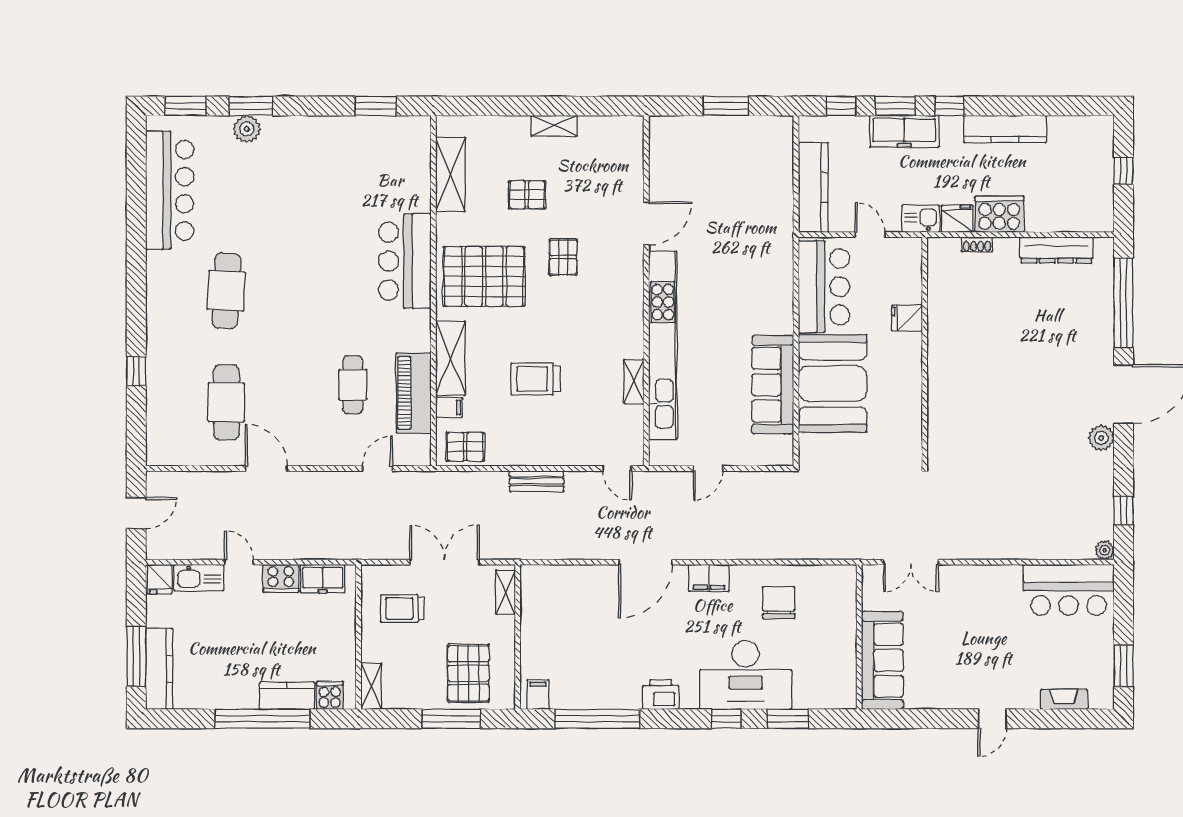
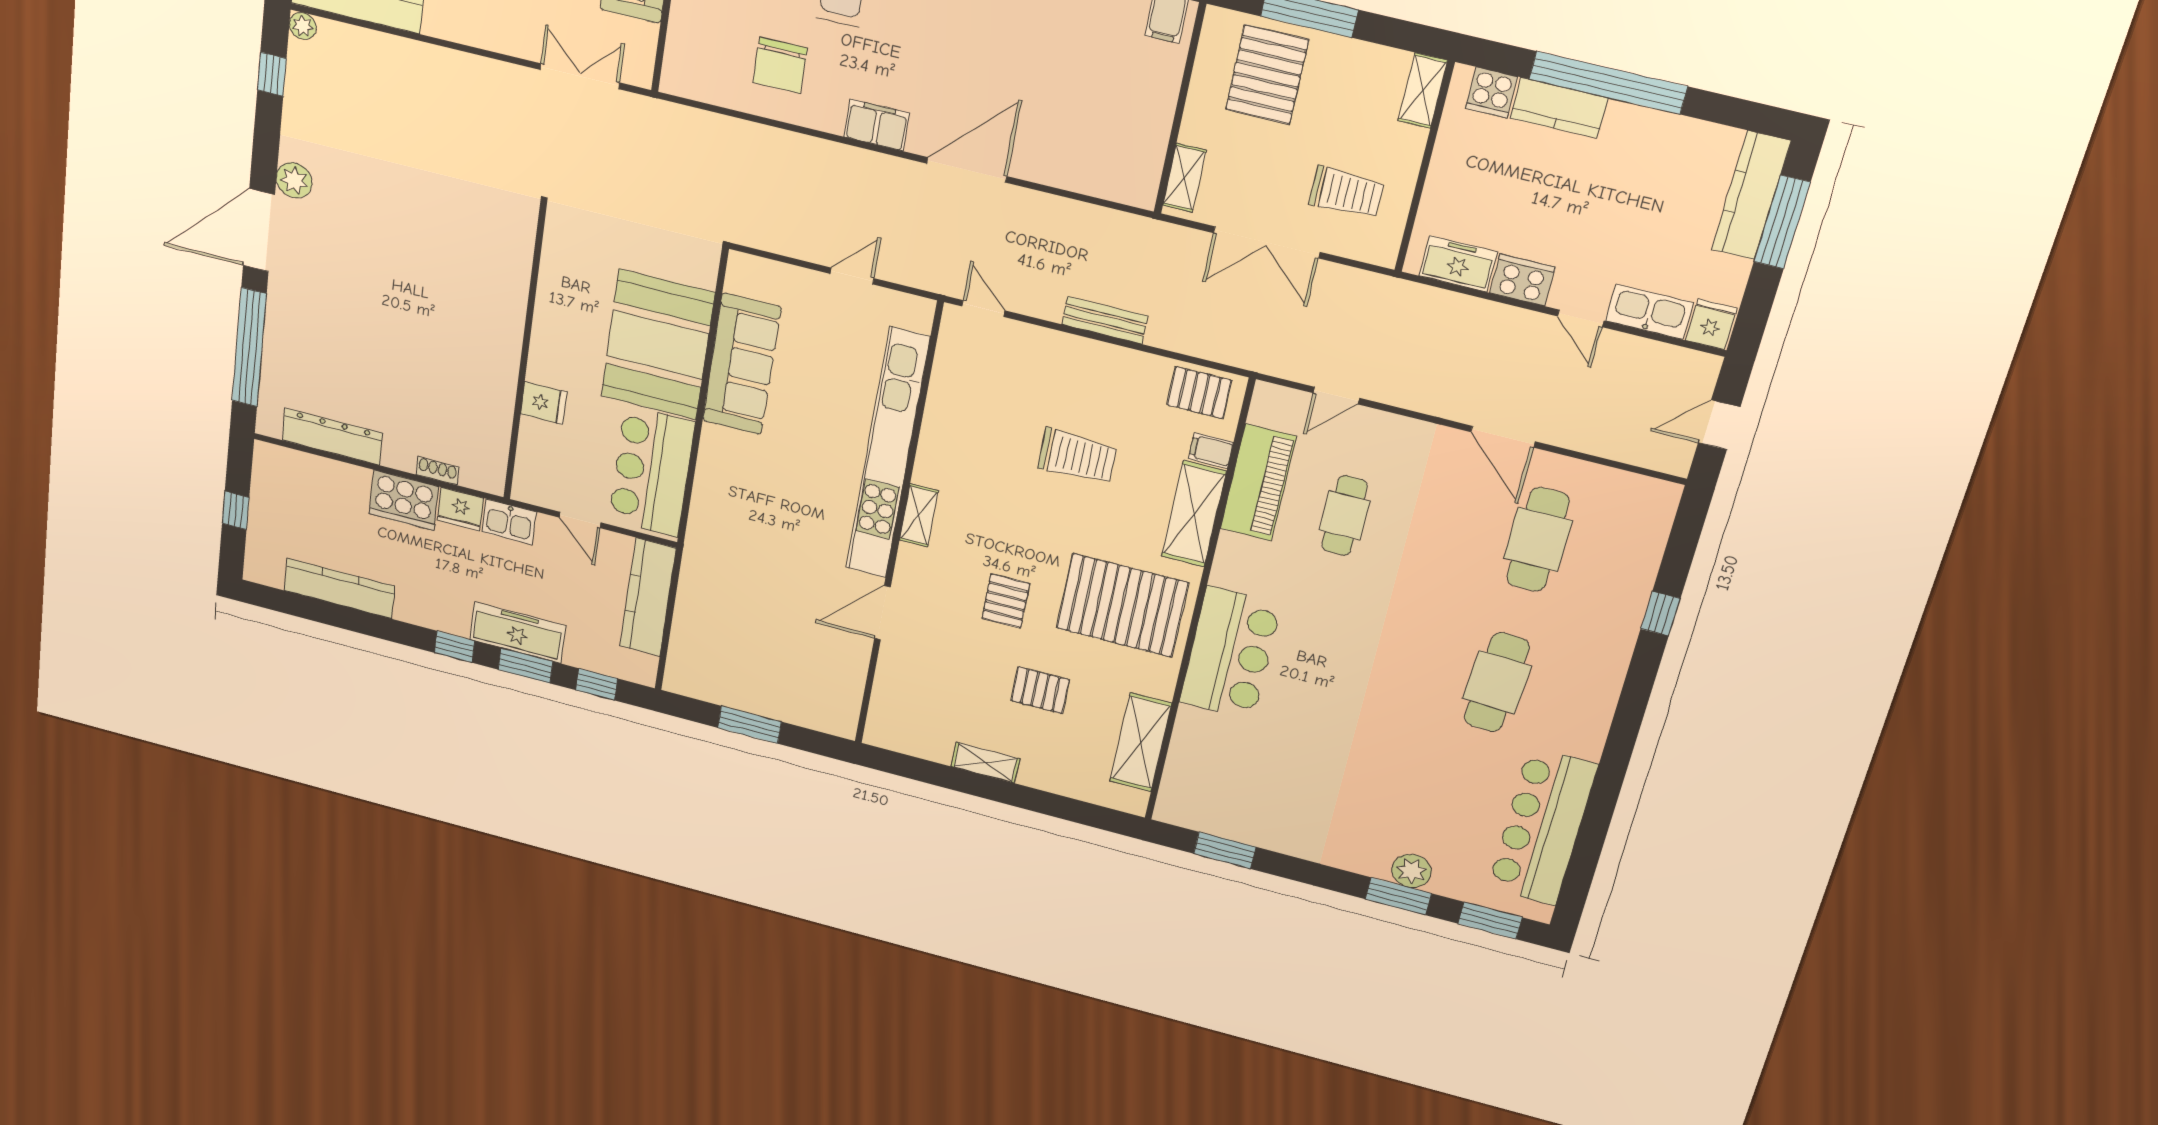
kitchen counter: (1005, 129) -> (339, 588), moved
shelving: (634, 382) -> (919, 515), moved

